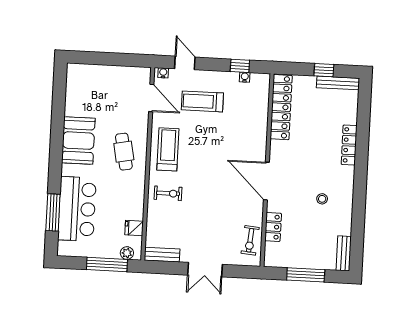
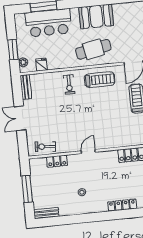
cafe table: (124, 152) -> (93, 49), width x1.37, depth x1.35
door: (266, 181) -> (88, 151), width x0.53
window: (107, 265) -> (13, 50), width x0.69

